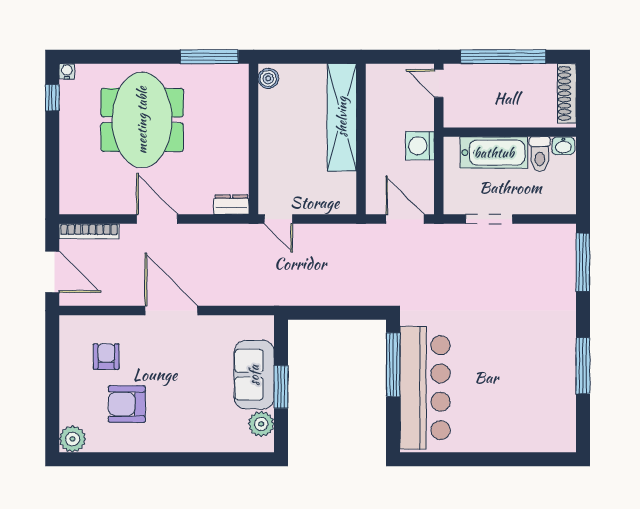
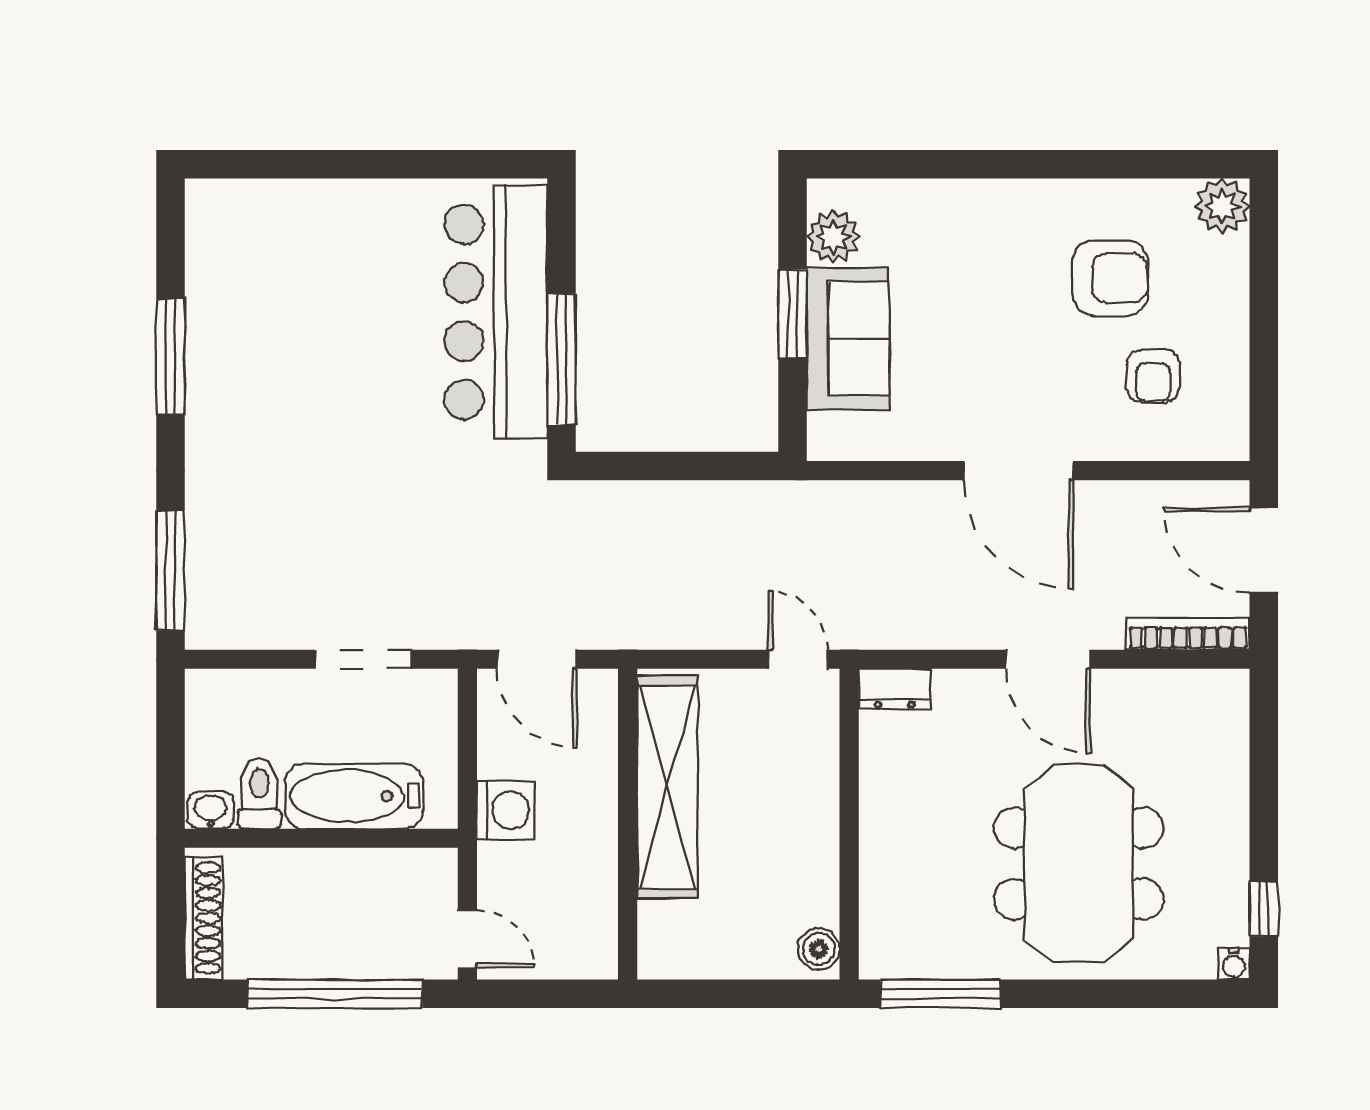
shelving: (342, 117) -> (667, 787), moved

